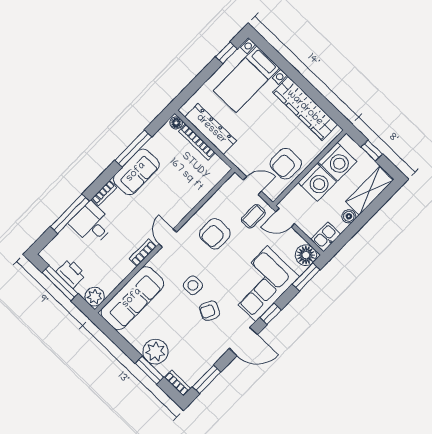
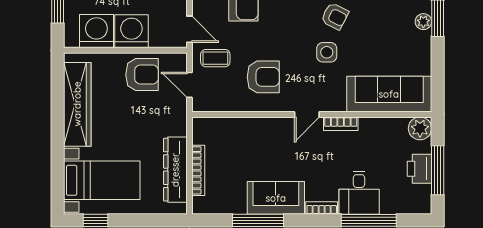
floor lamp: (176, 123) -> (199, 205), removed
plant: (155, 352) -> (423, 22), width x0.53, depth x0.53

